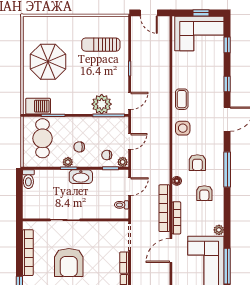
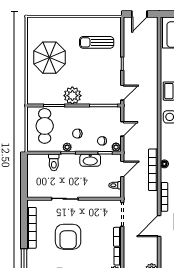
door: (149, 13) -> (139, 14), hinge flipped
plant: (102, 104) -> (72, 96), moved
barbecue: (38, 106) -> (41, 97), removed
washbasin: (81, 177) -> (90, 160), moved
toilet: (28, 179) -> (54, 162), moved
bookcase: (164, 208) -> (153, 170), moved

